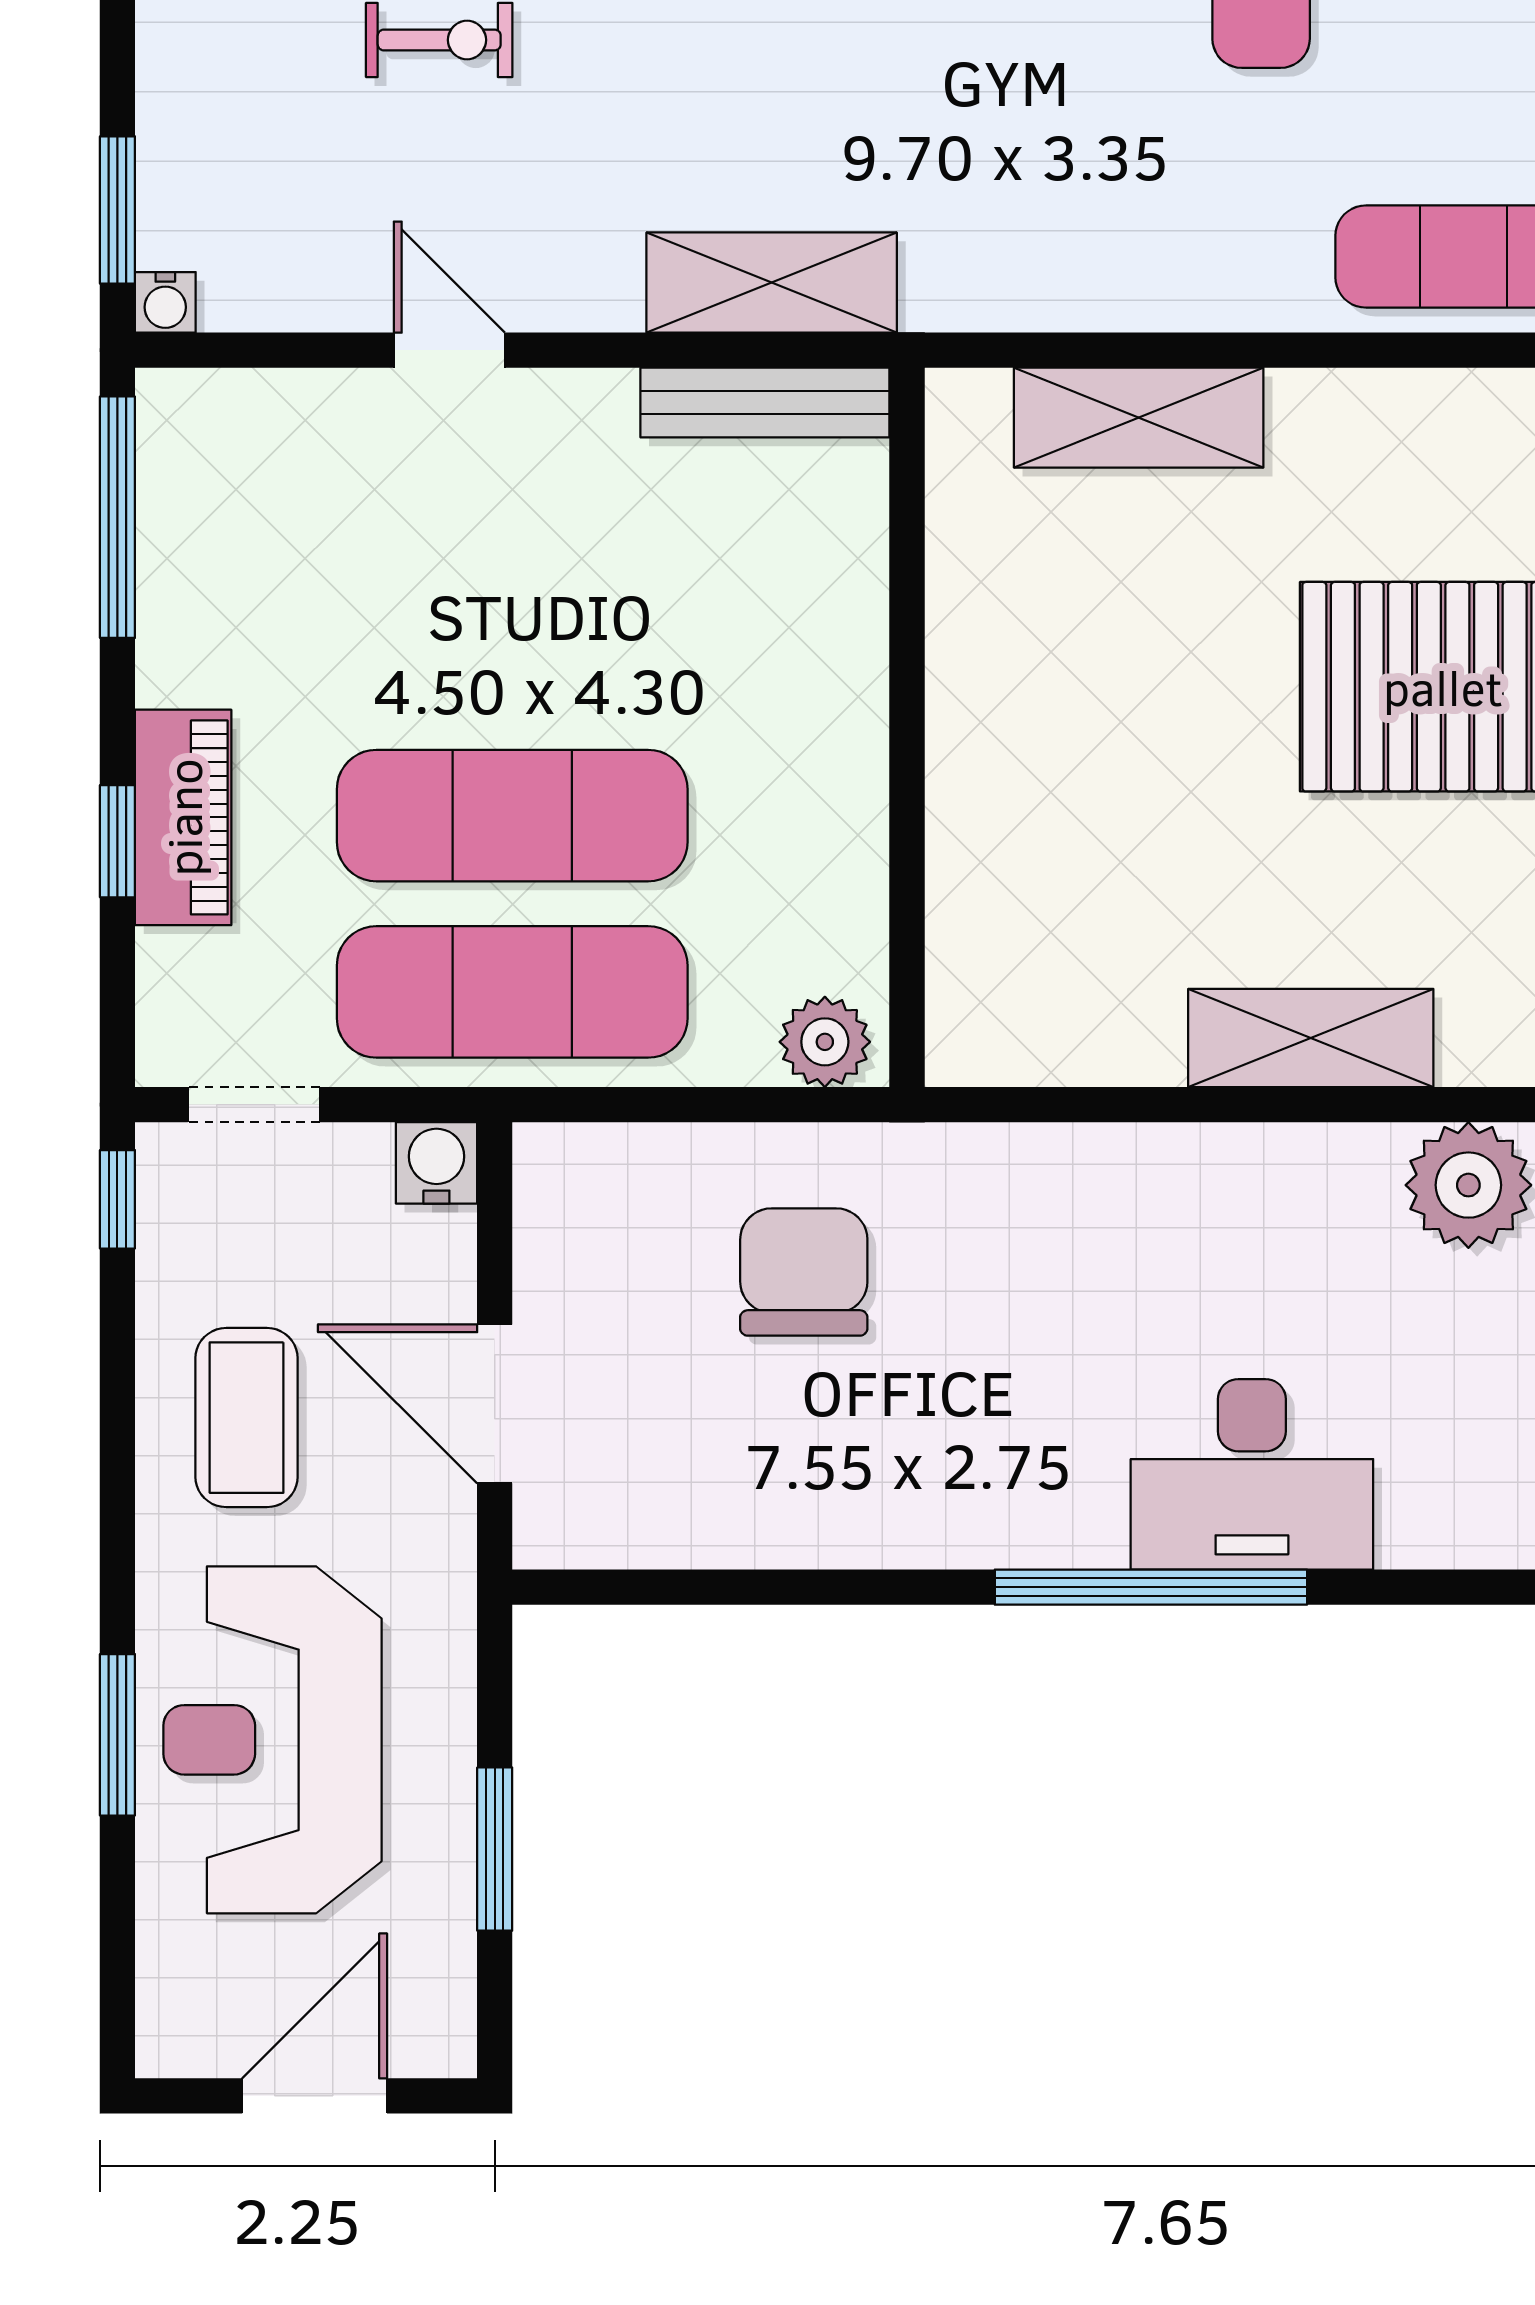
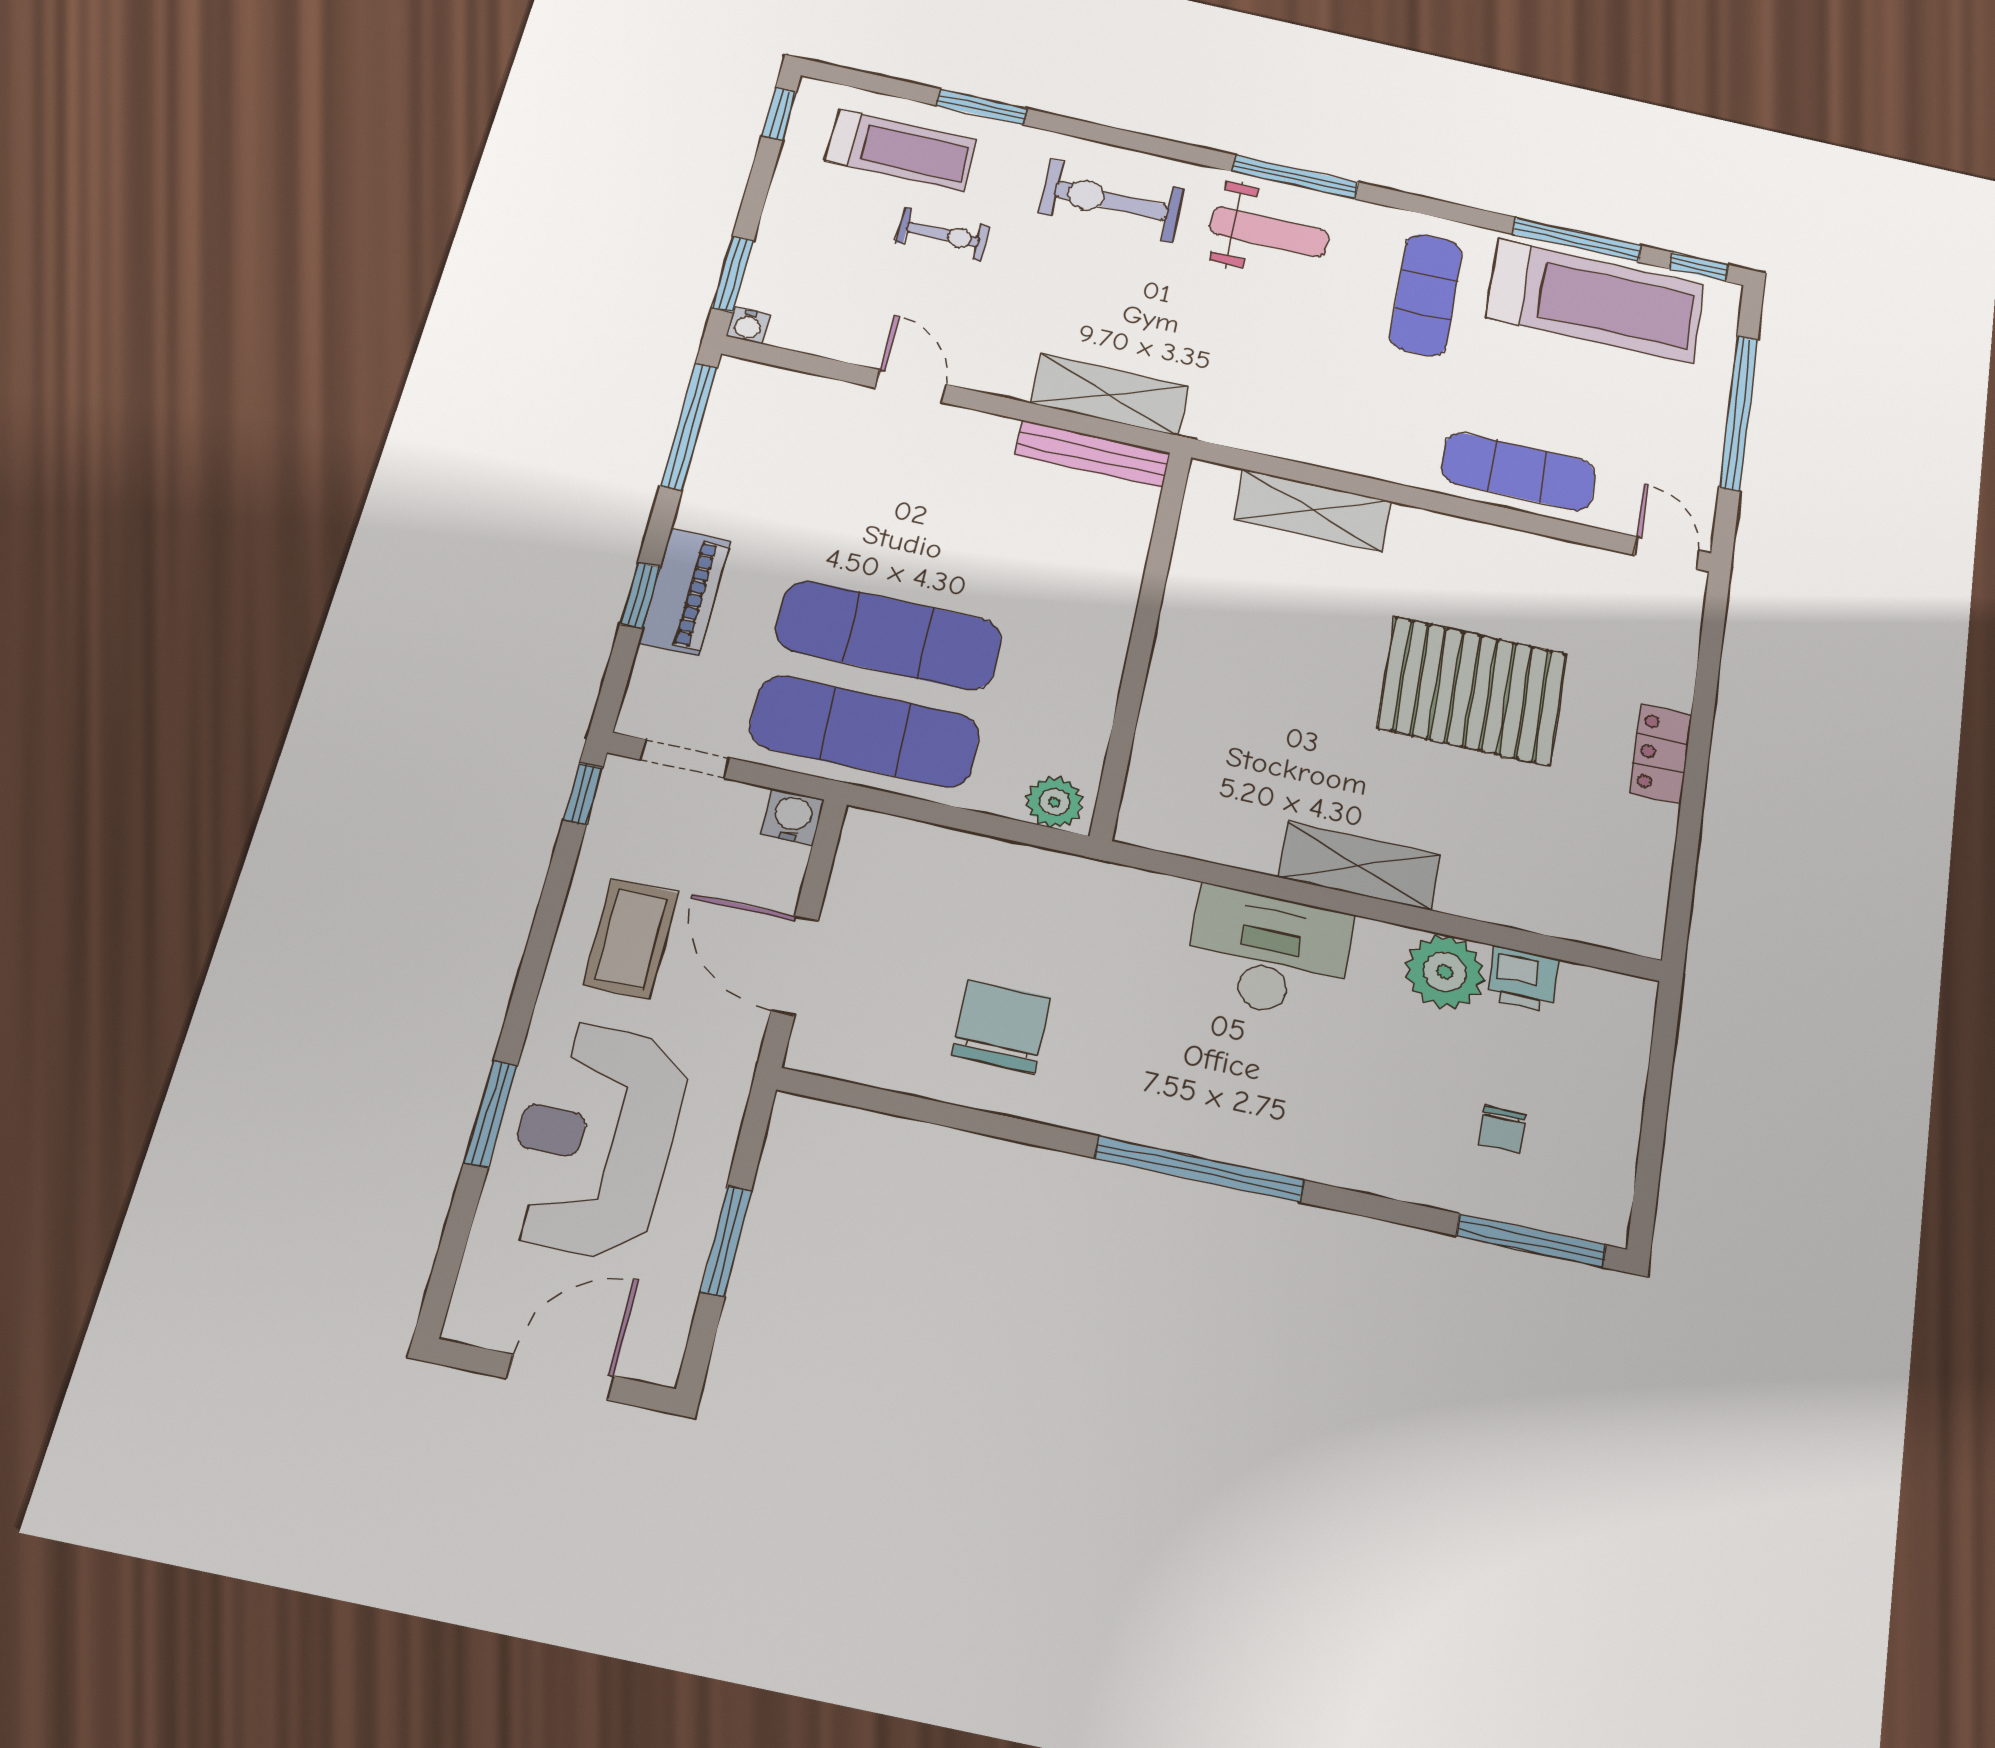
chair: (804, 1272) -> (1001, 1026), moved
desk: (1252, 1474) -> (1269, 953), moved, turned 180

